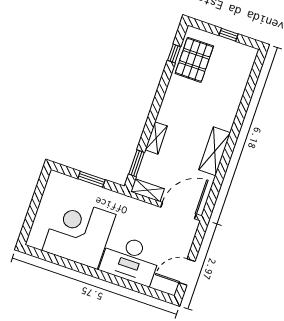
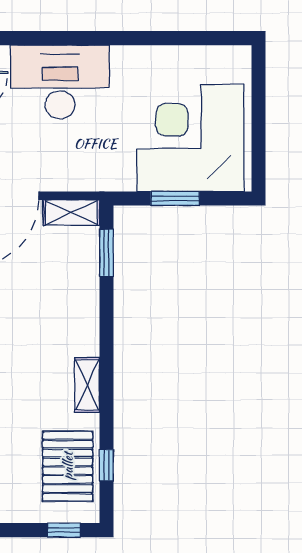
window: (229, 35) -> (64, 530), moved
shelving: (156, 138) -> (87, 385), moved
corner desk: (79, 233) -> (190, 138), moved, turned 180

